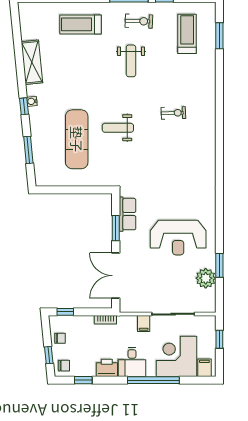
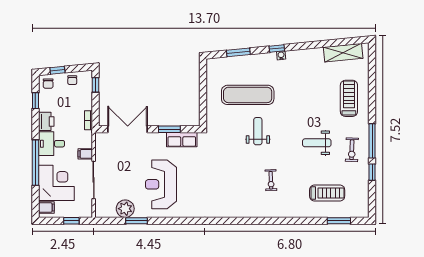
treadmill: (187, 34) -> (327, 193), moved
shelving: (32, 62) -> (343, 53), moved

